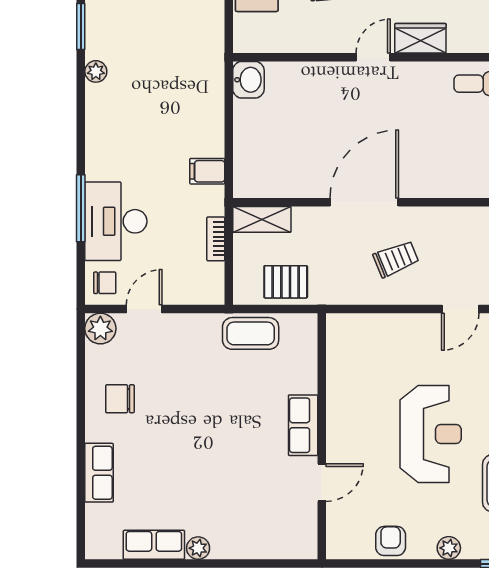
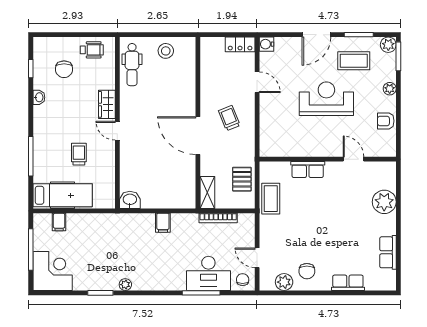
filing cabinet: (207, 171) -> (163, 223), moved
bookcase: (216, 239) -> (218, 218), width x1.56
plant: (100, 329) -> (284, 282), moved
row of seats: (303, 425) -> (308, 170), moved
plant: (198, 548) -> (384, 202), moved, width x1.87, depth x1.87

